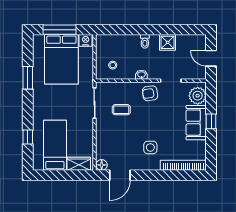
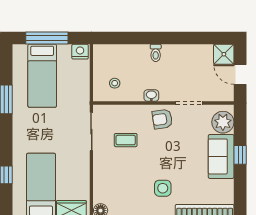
shower: (168, 42) -> (224, 54), moved
bed: (61, 59) -> (42, 76), width x0.67

